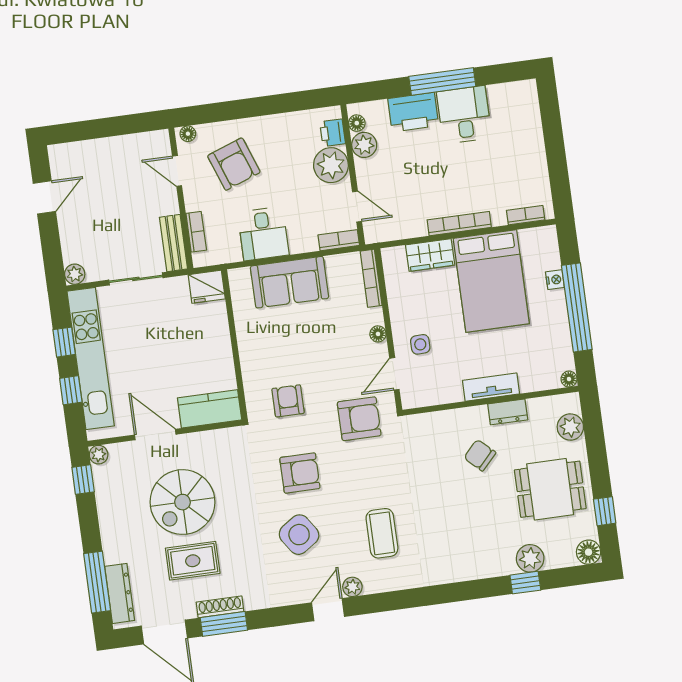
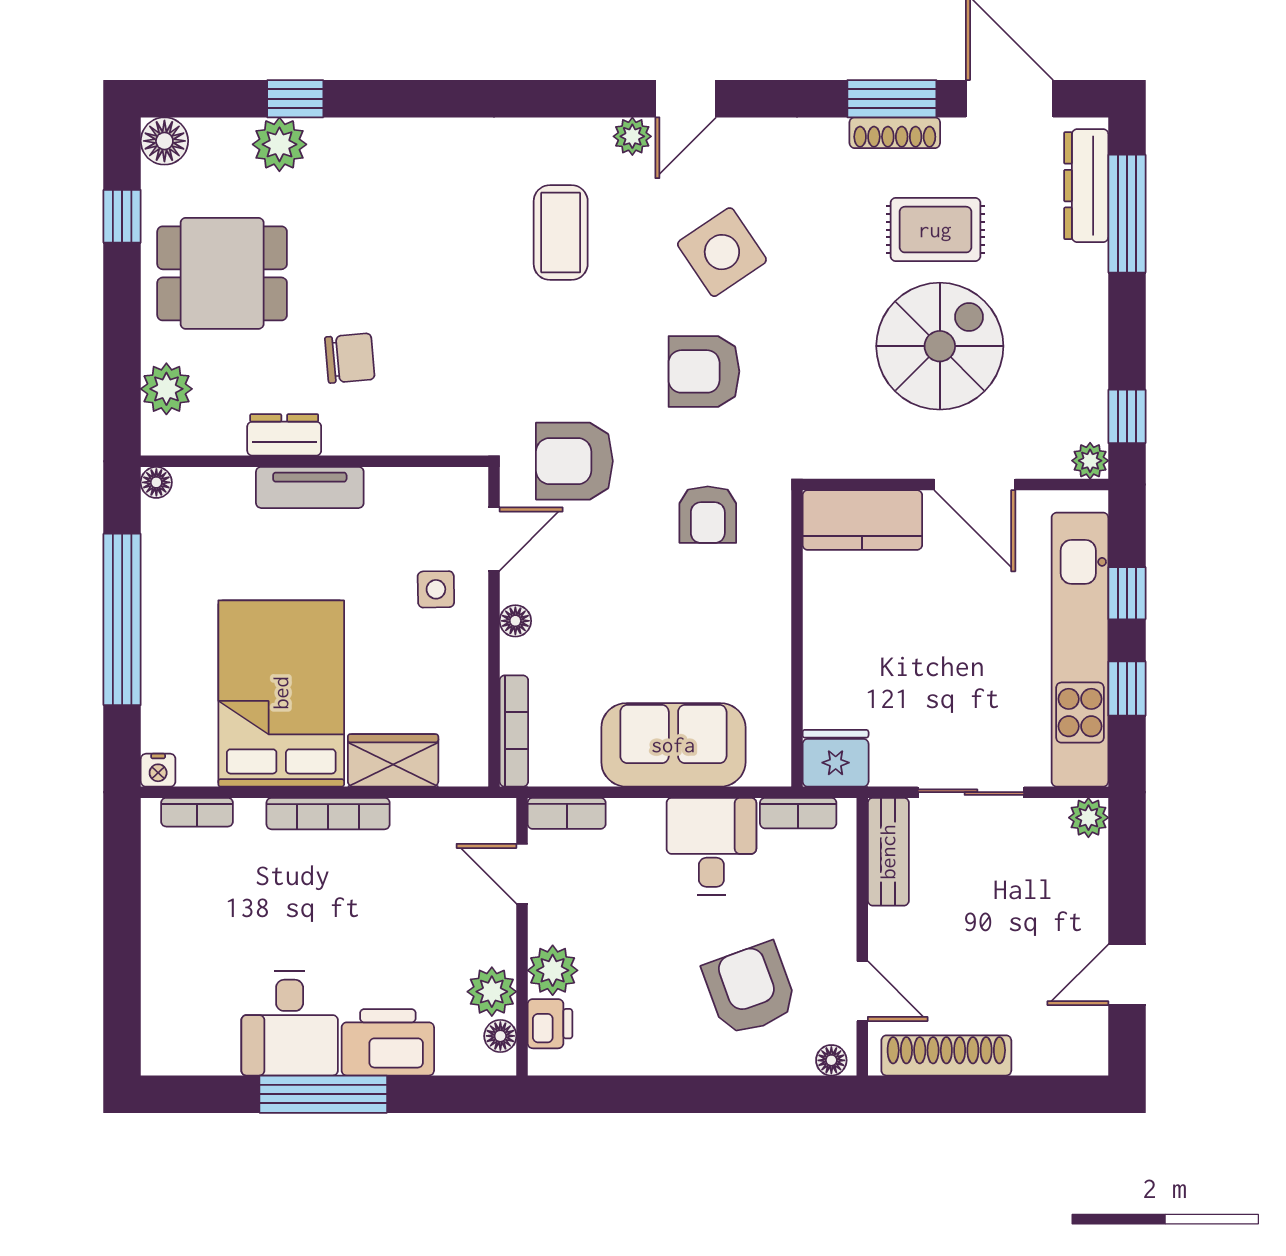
shoe rack: (130, 144) -> (946, 1055), added
plant: (331, 165) -> (553, 970), width x0.73, depth x0.73
bookcase: (196, 232) -> (798, 813), moved, turned -90
nightstand: (555, 280) -> (158, 770), moved, turned -90
chair: (480, 455) -> (350, 358), turned -48

